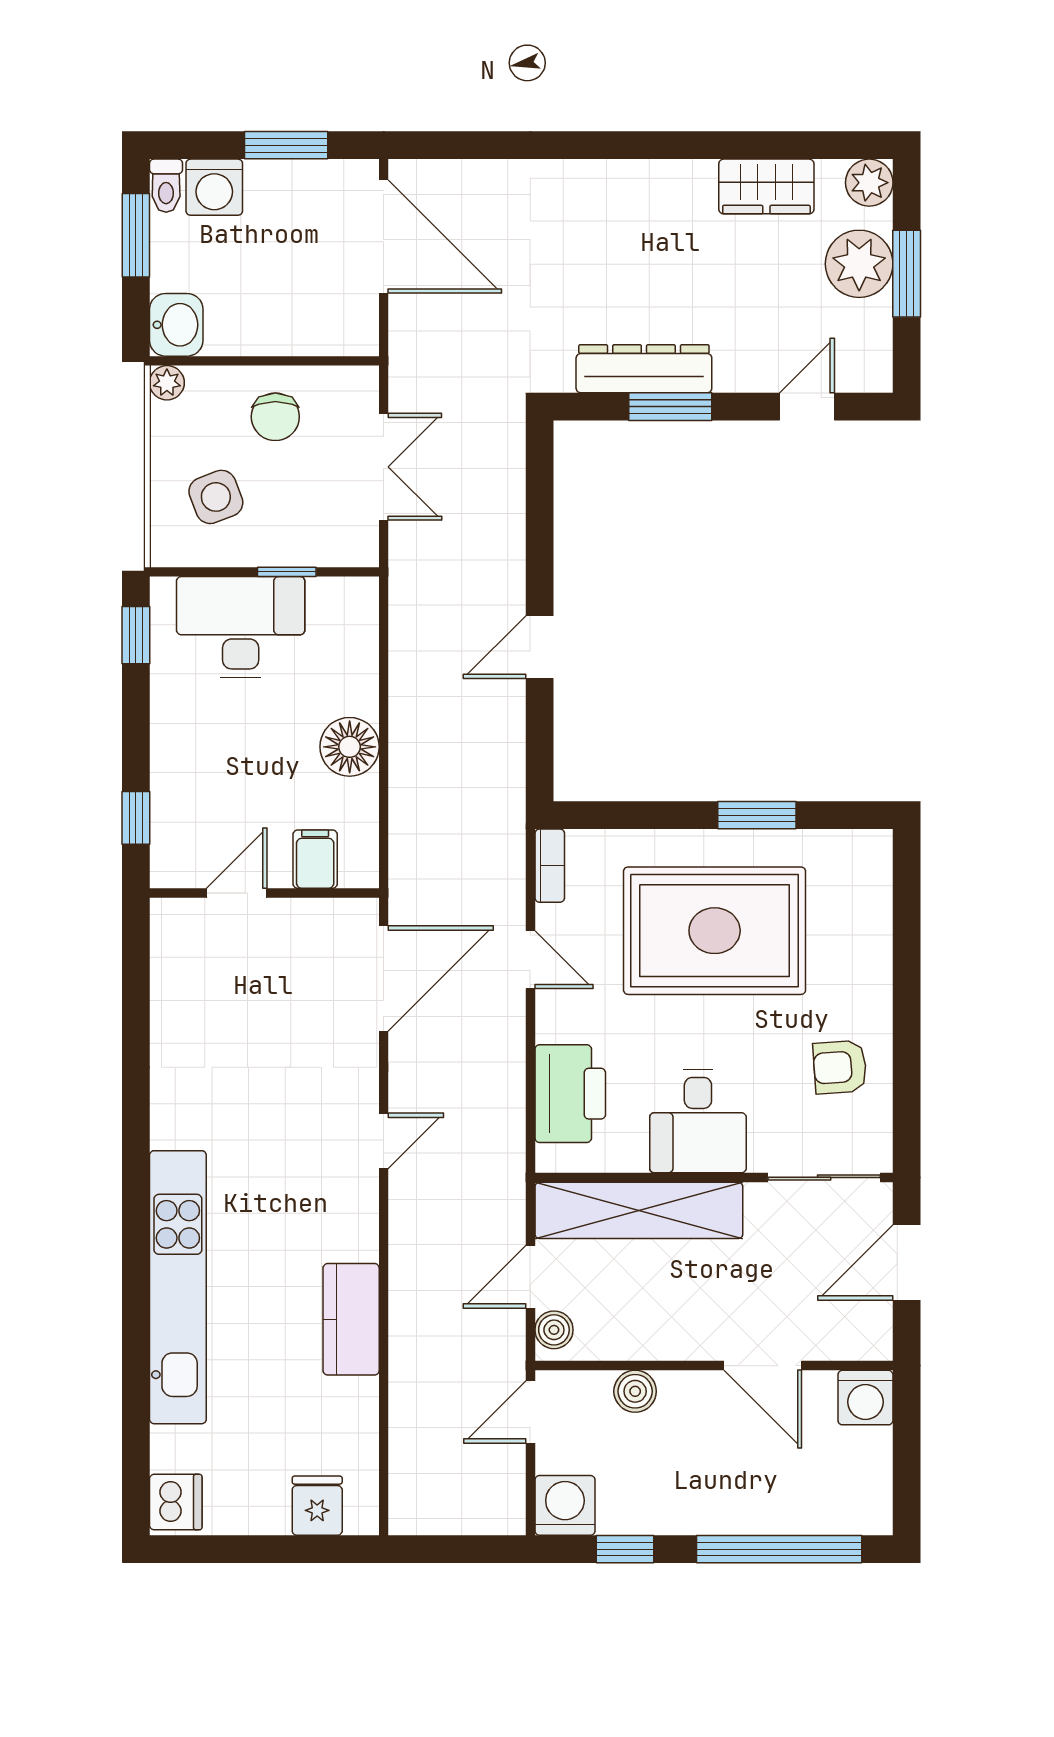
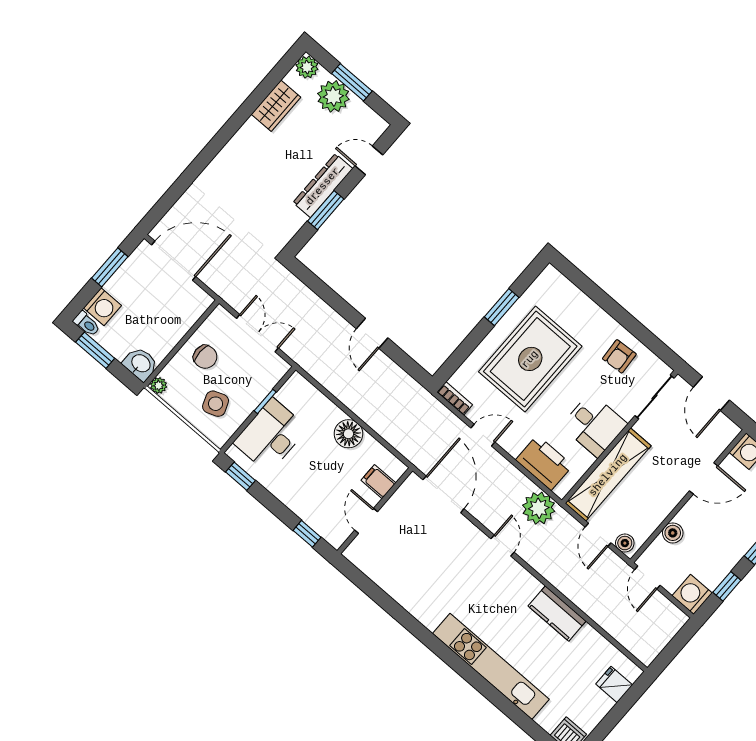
dresser: (644, 369) -> (323, 186), moved
door: (807, 407) -> (369, 160), hinge flipped
plant: (492, 1147) -> (539, 508), added

